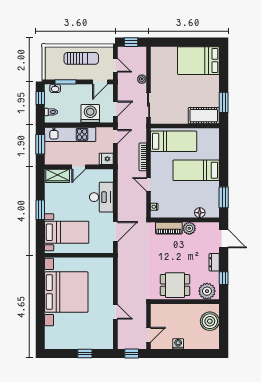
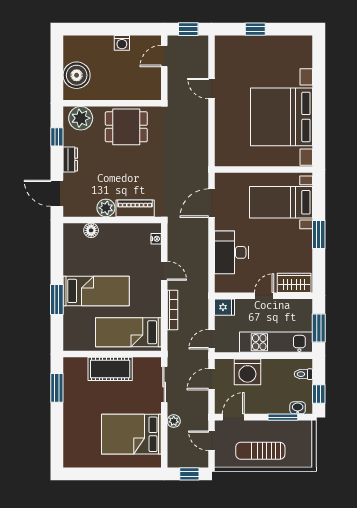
bed: (198, 61) -> (131, 434), moved, turned 180
cot: (204, 116) -> (110, 369), moved
window: (224, 197) -> (57, 300), moved

